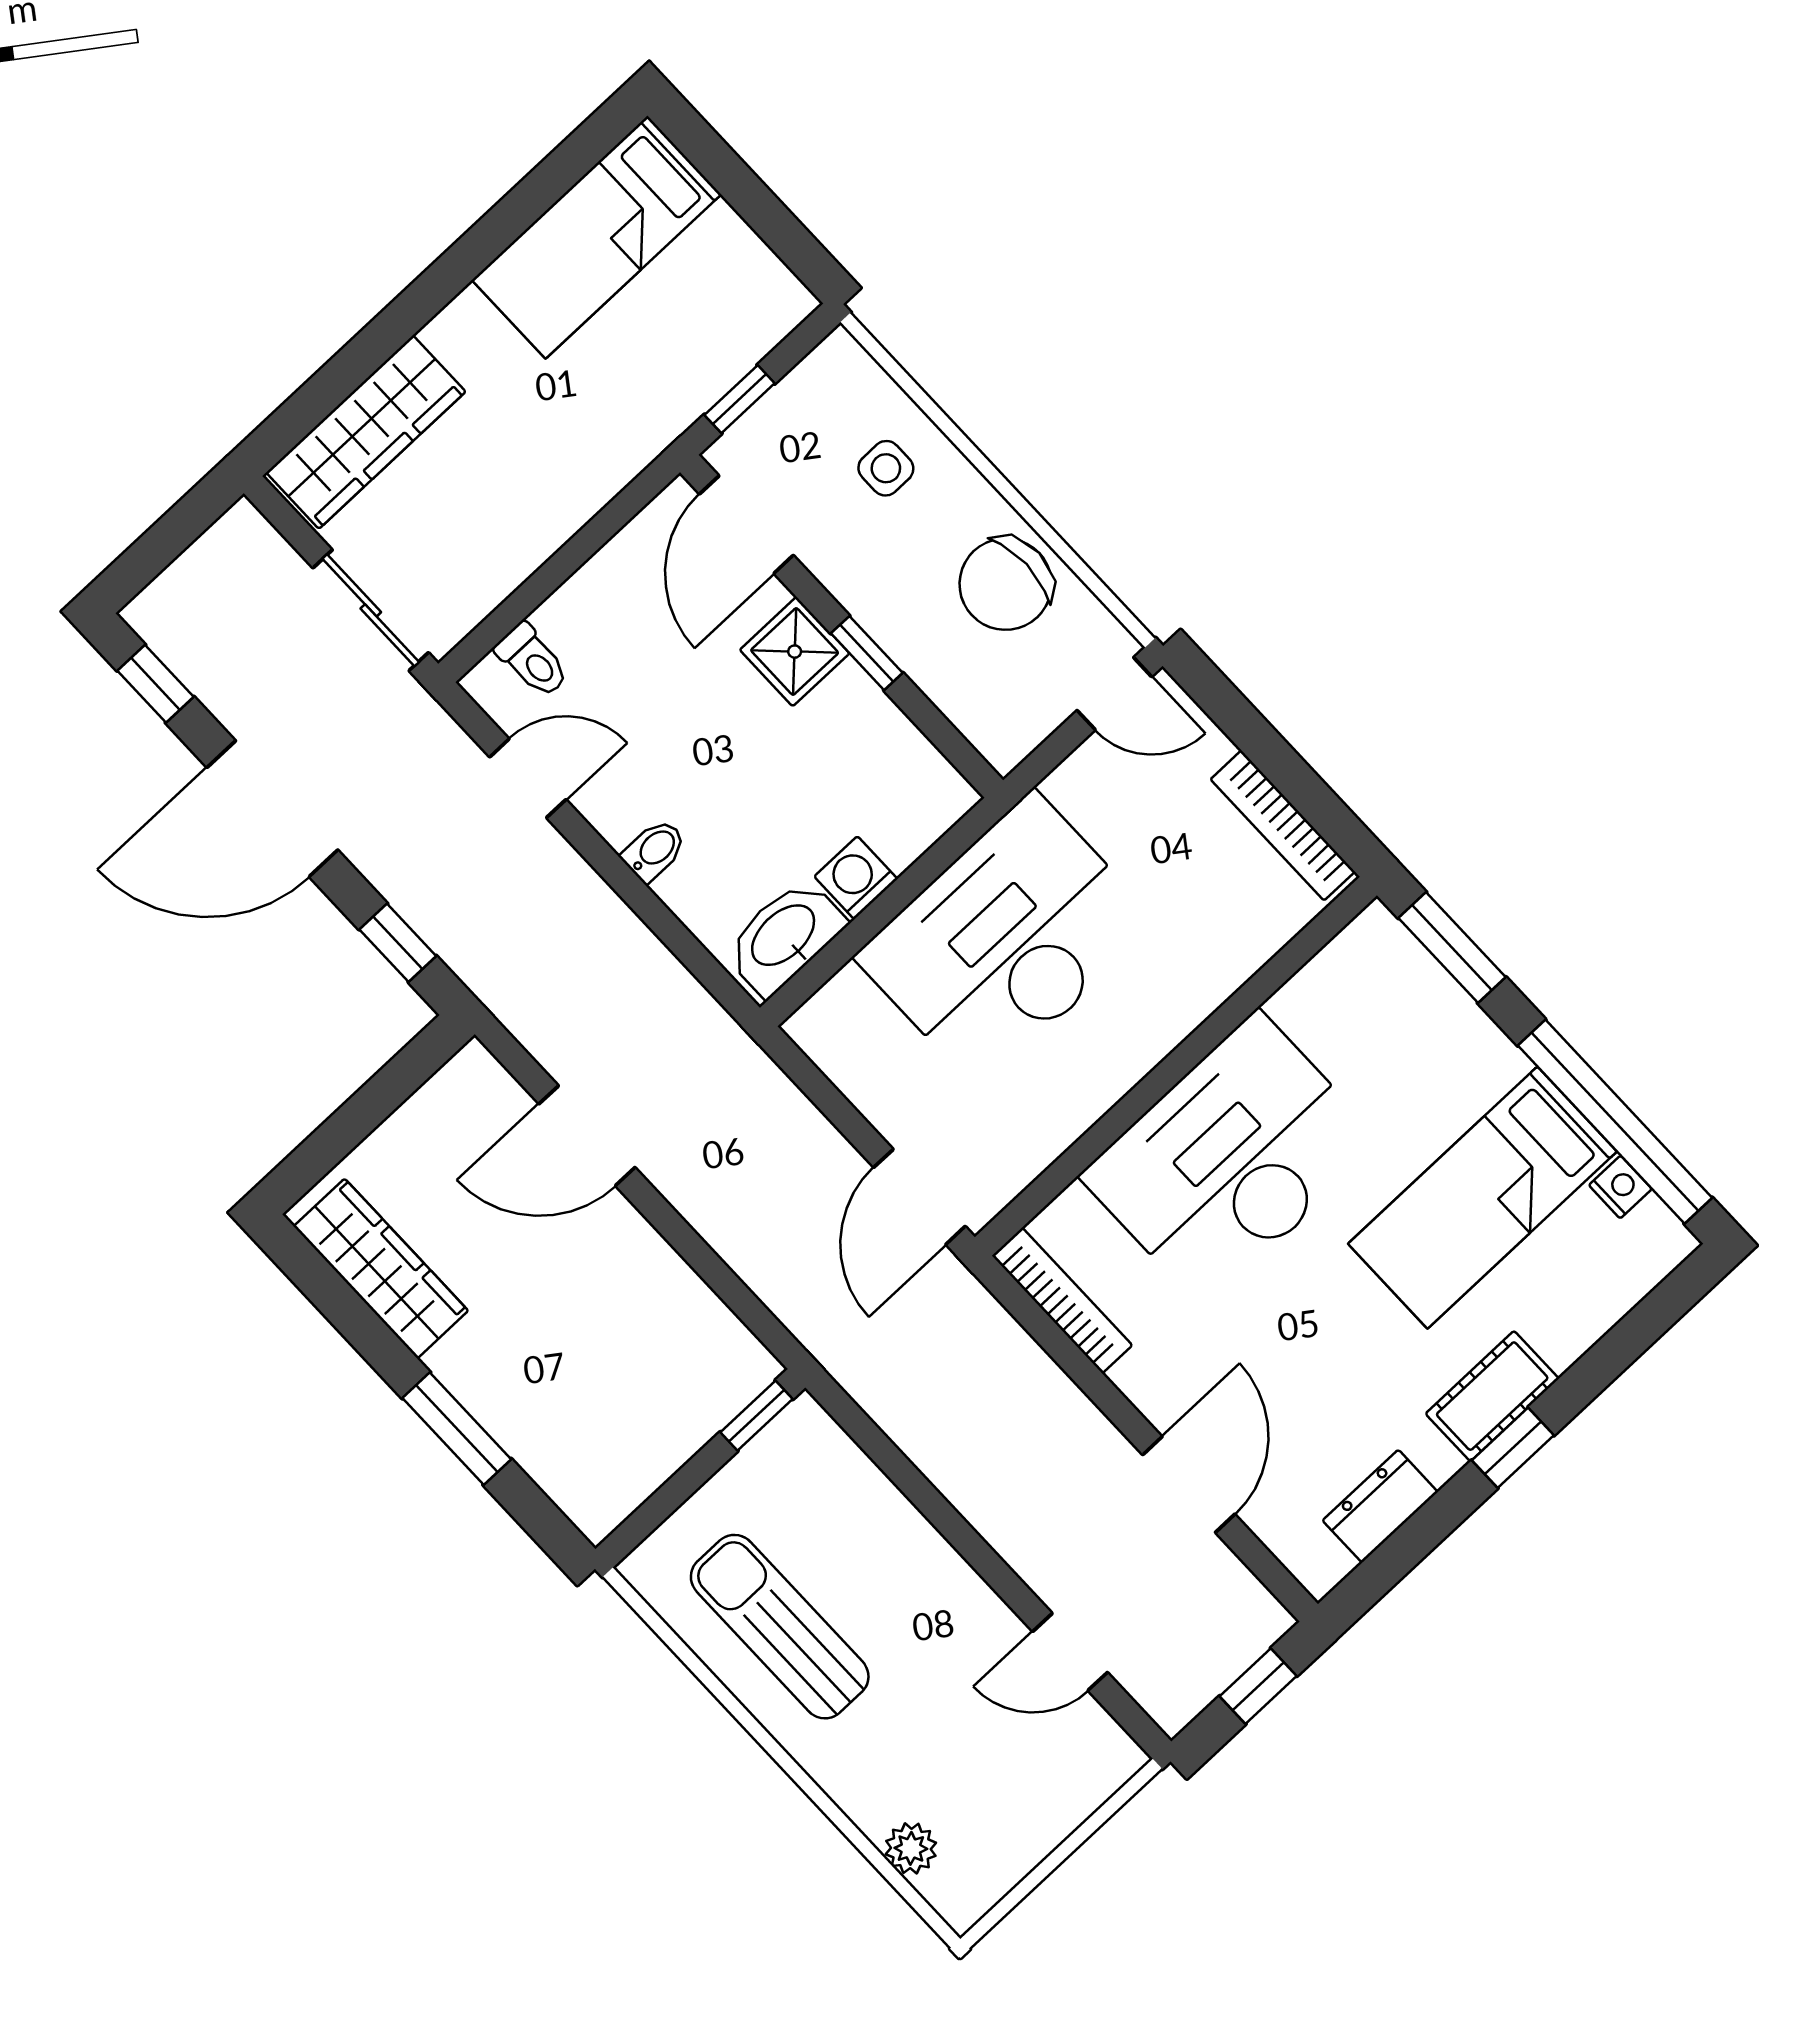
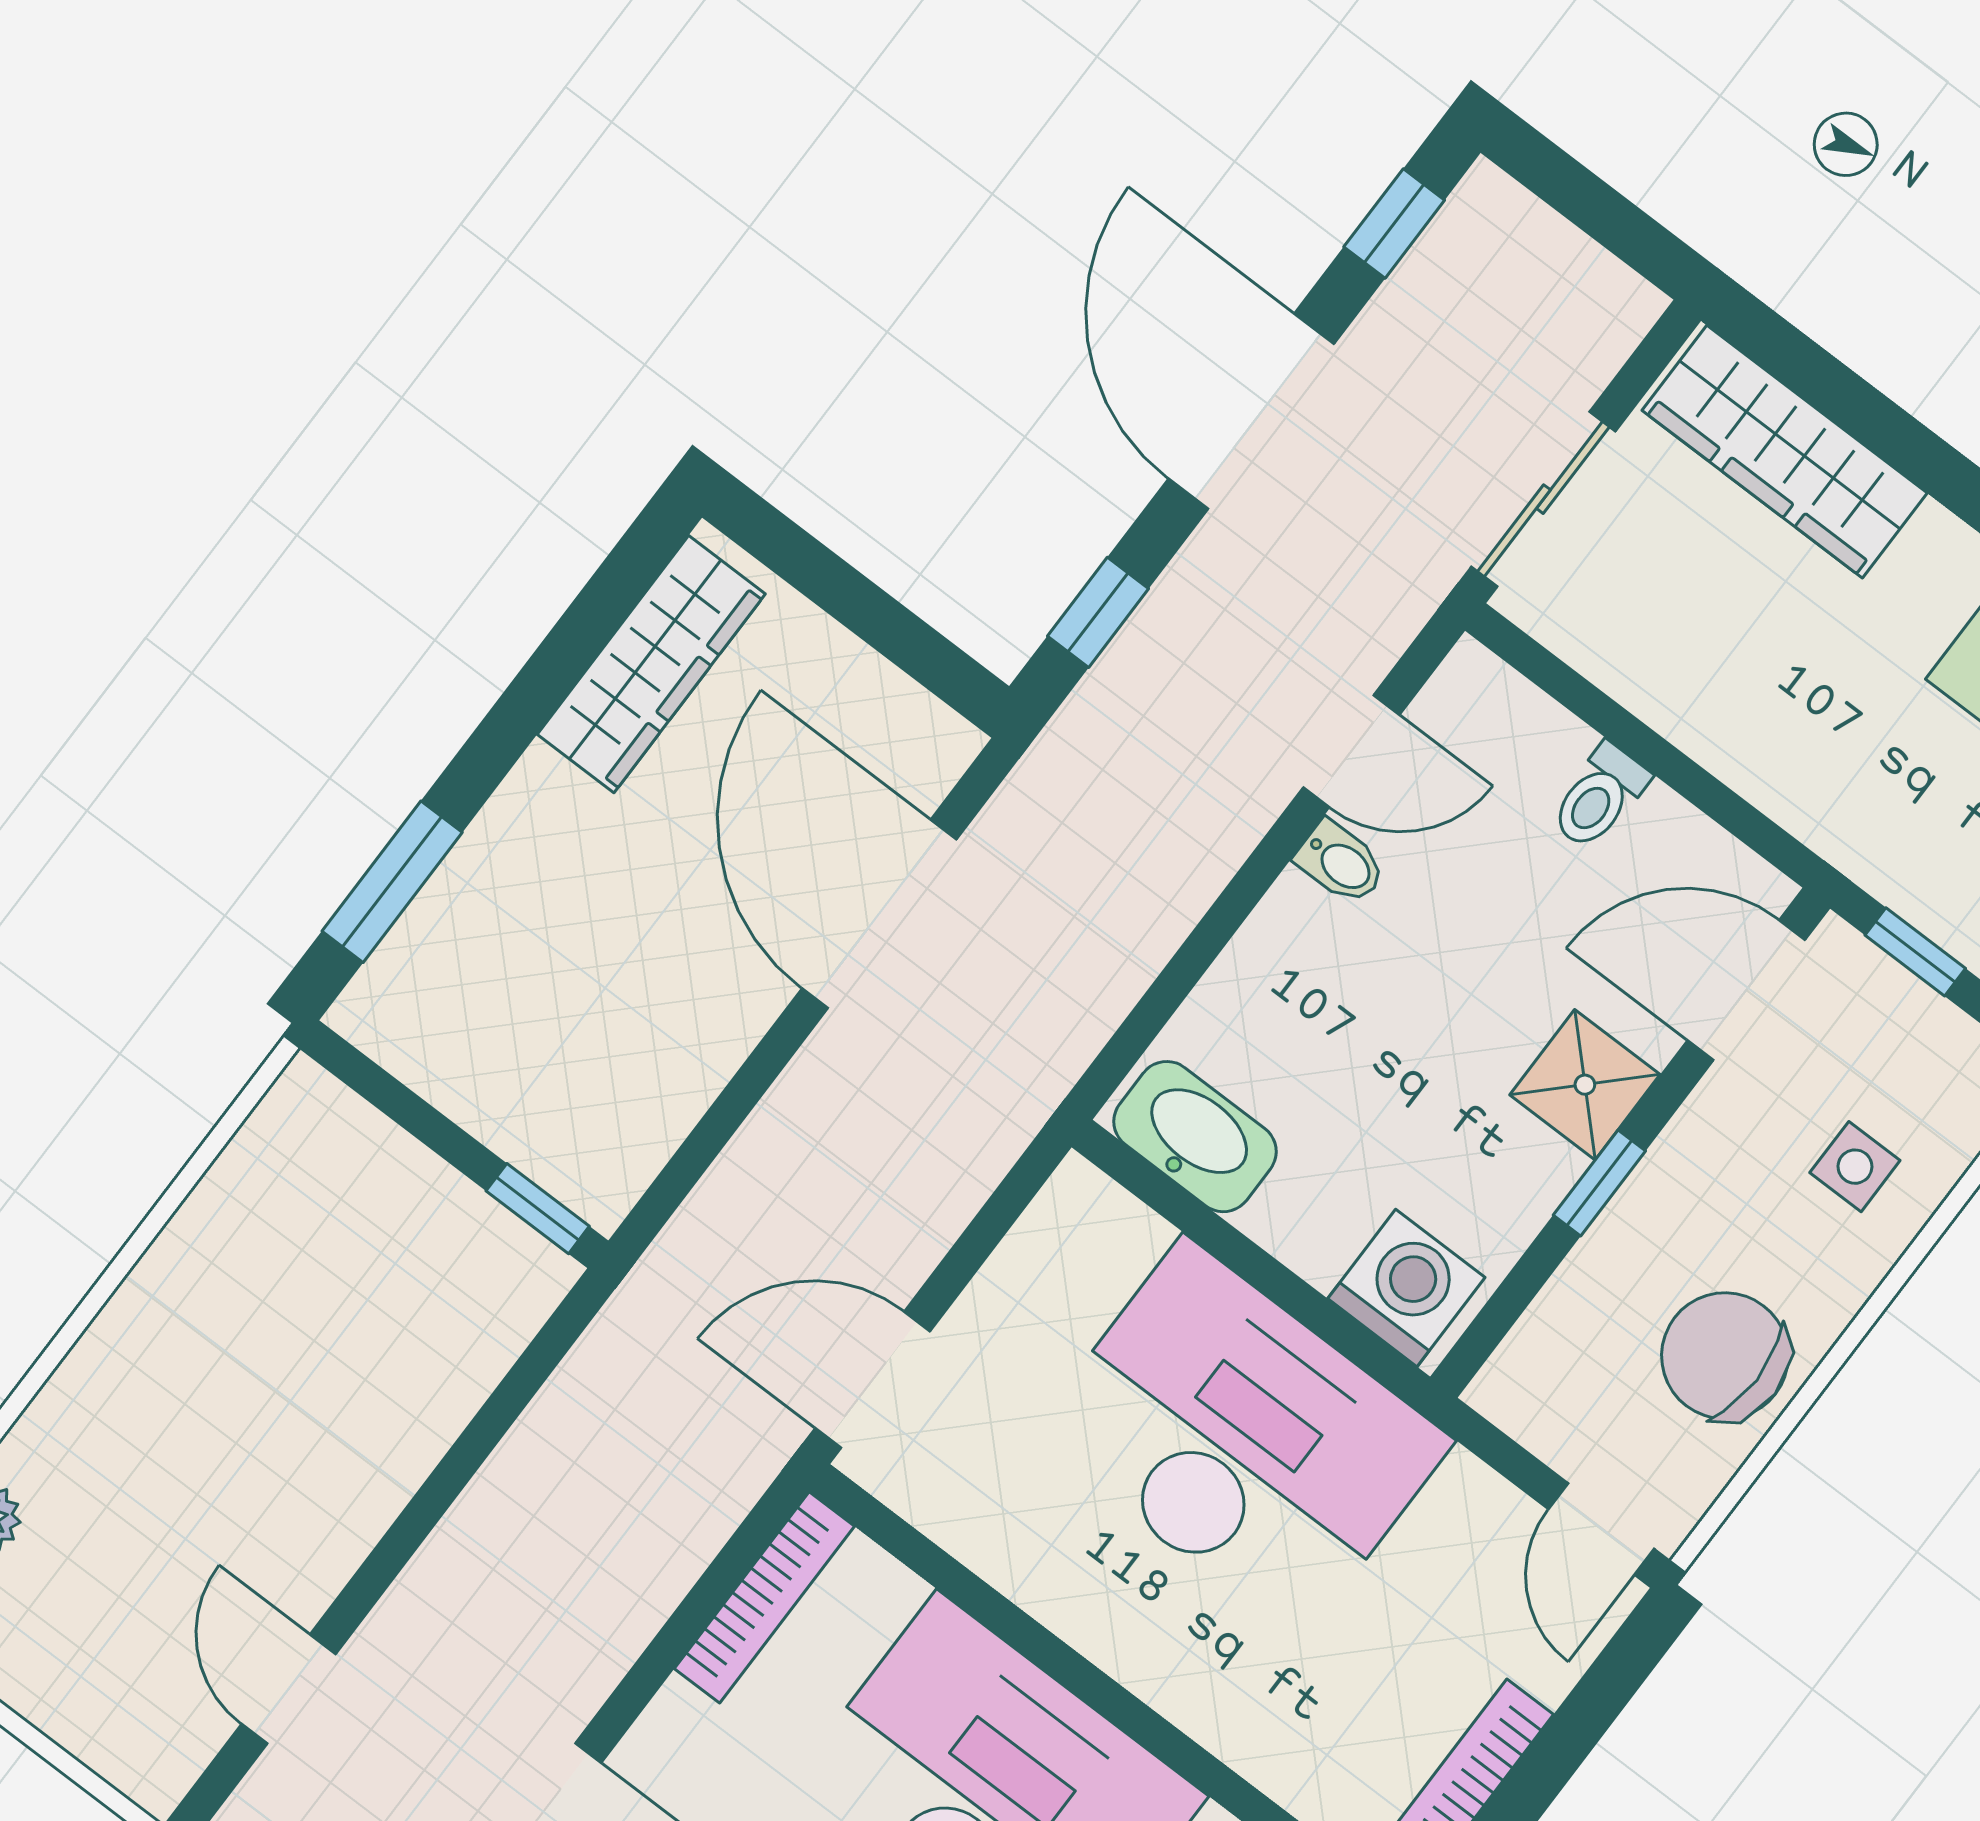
toilet: (533, 661) -> (1599, 797), moved
door: (528, 778) -> (1351, 751), hinge flipped
bidet: (654, 850) -> (1341, 863), moved
washing machine: (856, 878) -> (1406, 1288), moved, width x1.38, depth x1.38
door: (587, 1136) -> (879, 914), width x1.36
window: (457, 1429) -> (392, 882), moved
sun lounger: (780, 1627) -> (256, 1288), removed

